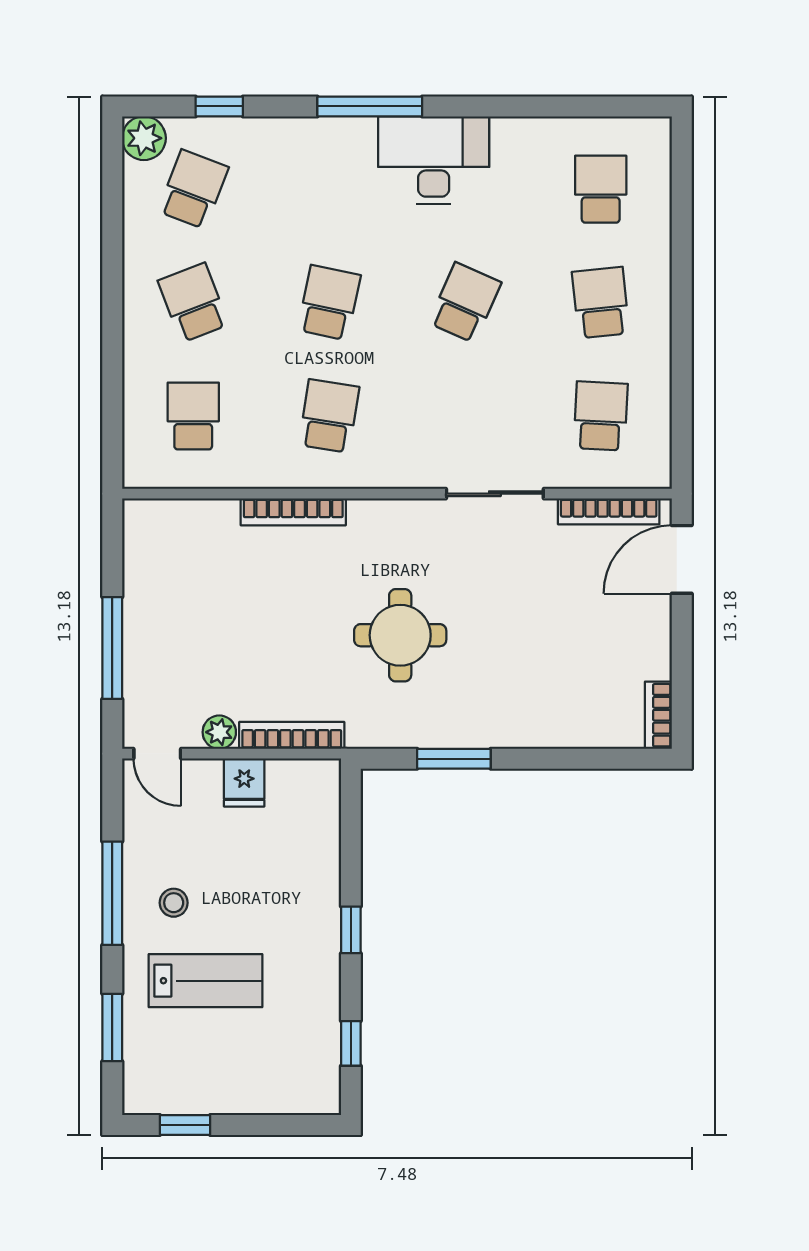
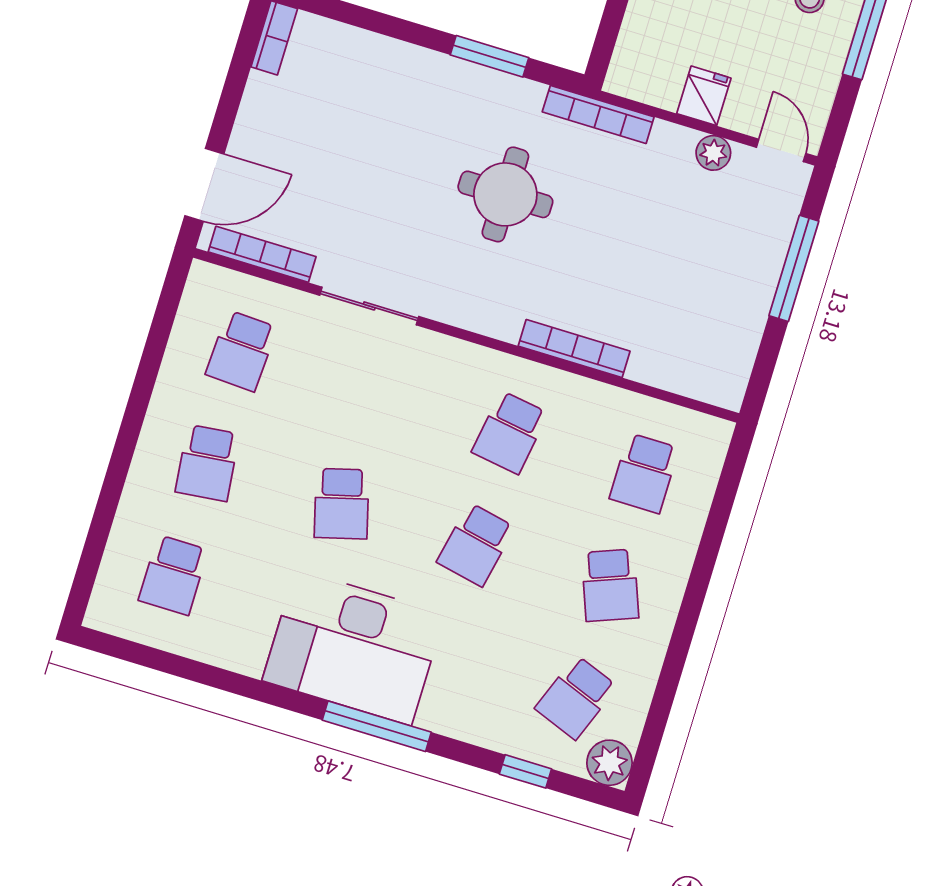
desk: (434, 160) -> (354, 647), width x1.36, depth x1.30
school desk: (465, 303) -> (342, 504), turned -39
bookcase: (292, 735) -> (598, 114), moved

